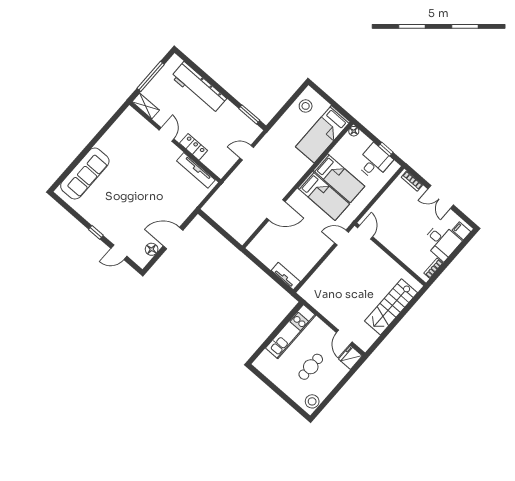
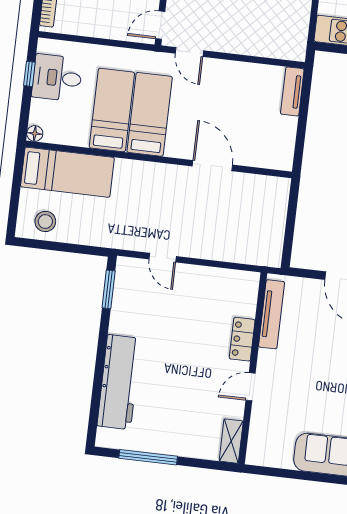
shelving: (146, 106) -> (231, 441), moved
door: (166, 135) -> (251, 387), moved
wall: (175, 142) -> (253, 368), moved
locker: (193, 147) -> (242, 339), moved
tv unit: (196, 170) -> (272, 314), moved

